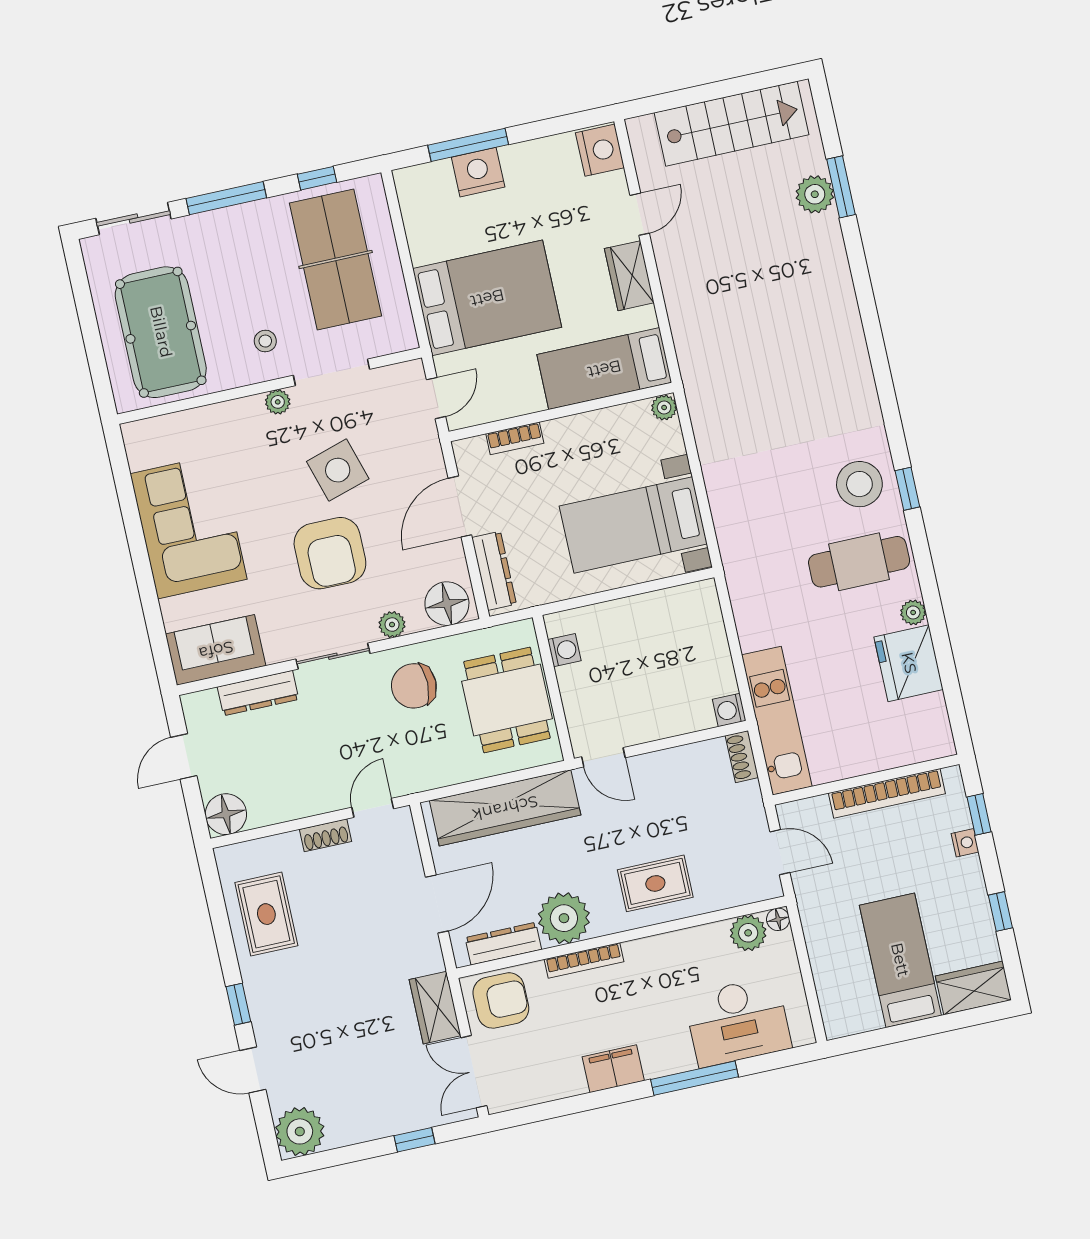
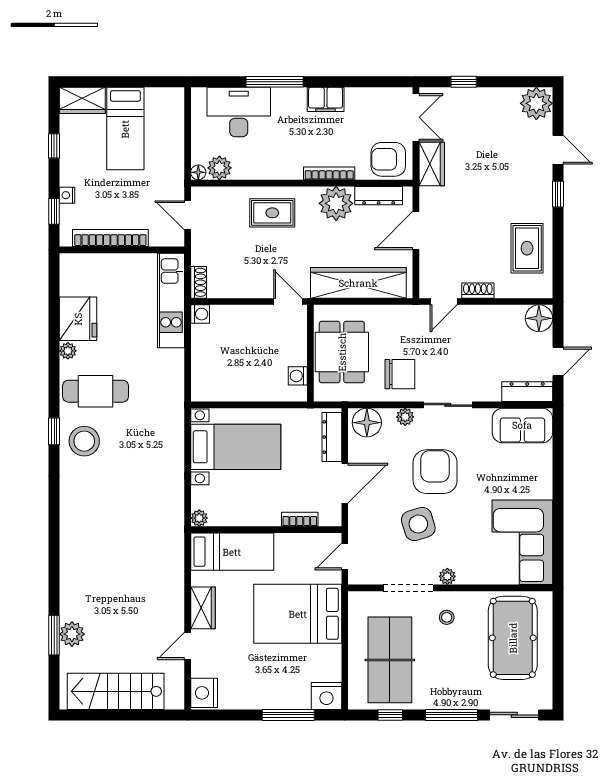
nightstand: (478, 172) -> (326, 696), moved
corner sofa: (189, 526) -> (522, 542), moved
dresser: (258, 693) -> (527, 392), moved

